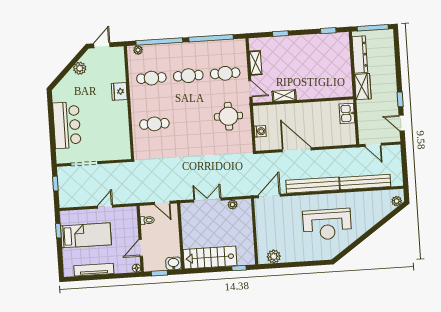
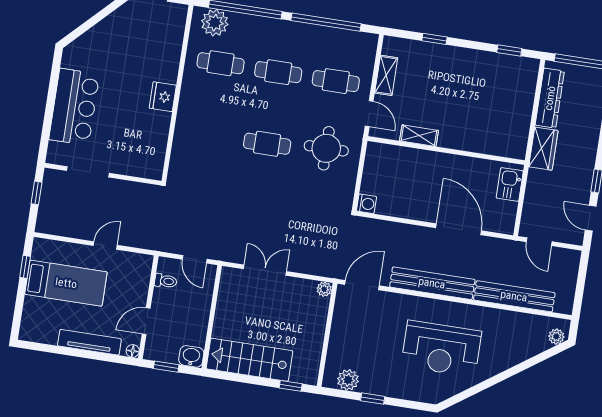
plant: (138, 50) -> (215, 23), width x1.88, depth x1.88
plant: (80, 68) -> (113, 24), removed
fridge: (119, 91) -> (163, 97), moved
cafe table: (154, 124) -> (267, 144), moved
washing machine: (260, 131) -> (367, 204), moved
door: (297, 150) -> (459, 229), moved
plant: (233, 205) -> (324, 289), moved
window: (291, 265) -> (373, 399), added
tv unit: (94, 270) -> (89, 342), moved

